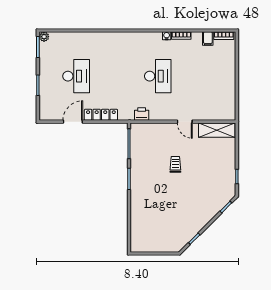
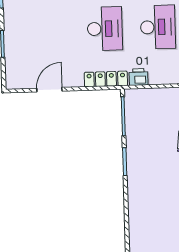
desk: (76, 76) -> (105, 29), moved
locker: (101, 115) -> (106, 79), moved

